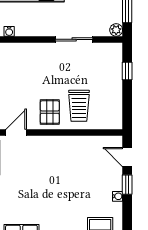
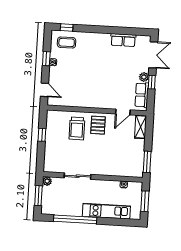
window: (127, 71) -> (42, 135), moved
trolley: (79, 106) -> (77, 128), turned 180
window: (127, 185) -> (46, 59), moved

